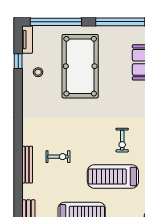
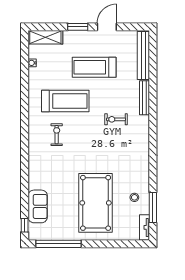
window: (56, 22) -> (118, 244), removed
window: (18, 61) -> (153, 208), width x2.17
bench: (27, 165) -> (144, 98), moved

